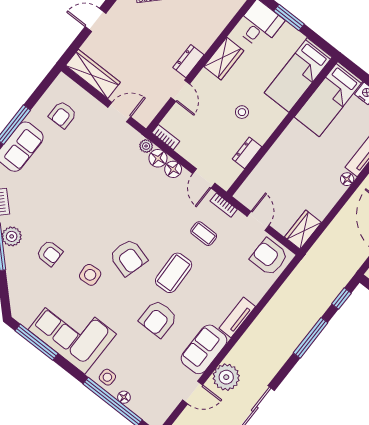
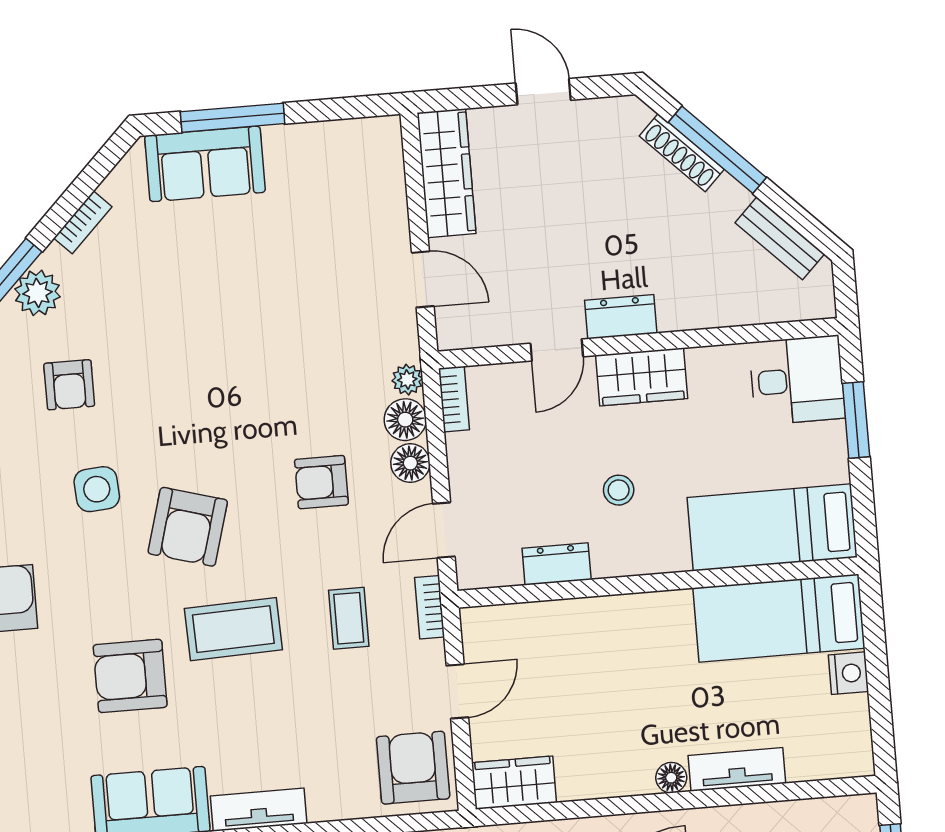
wardrobe: (224, 59) -> (642, 377), moved
armchair: (63, 115) -> (321, 482), moved

